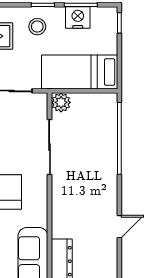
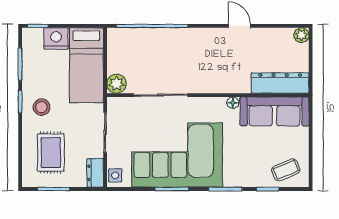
nightstand: (78, 18) -> (56, 38), moved, turned 90
floor lamp: (42, 220) -> (233, 103), added

